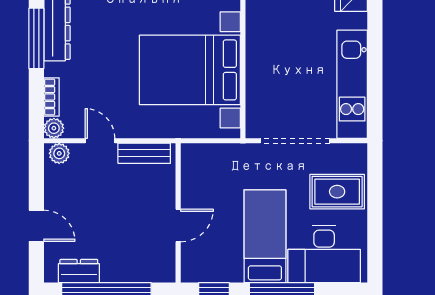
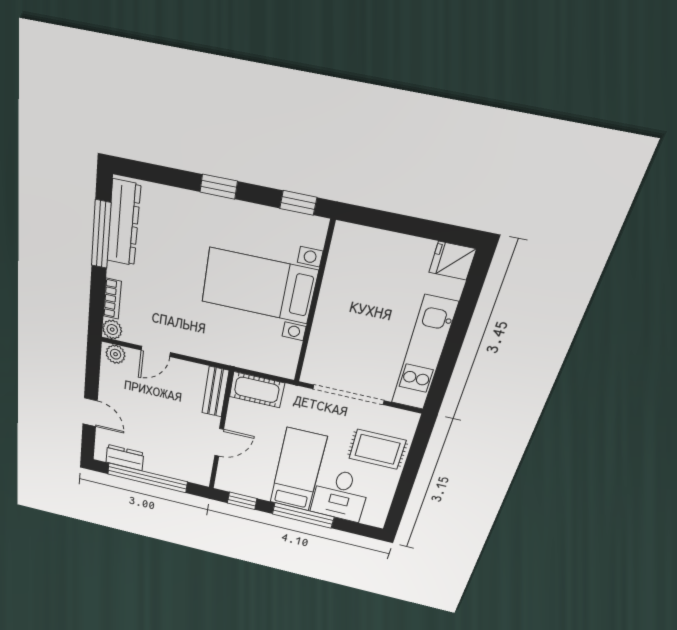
bed with nightstands: (190, 70) -> (259, 286), width x0.73
door: (100, 141) -> (156, 351), swing flipped
bench: (144, 153) -> (215, 392), moved, turned 90
cot: (206, 157) -> (257, 390), added
desk: (324, 254) -> (340, 495), width x0.73

